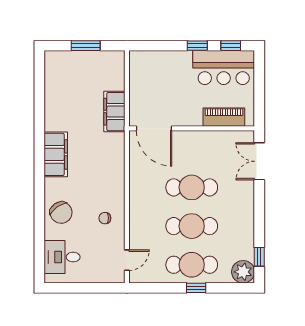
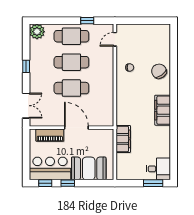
window: (86, 46) -> (153, 183), moved
booth: (166, 68) -> (89, 168), added
door: (154, 128) -> (76, 128), moved
desk: (62, 257) -> (158, 169), moved
window: (259, 257) -> (26, 66), moved
window: (196, 288) -> (87, 21), moved

